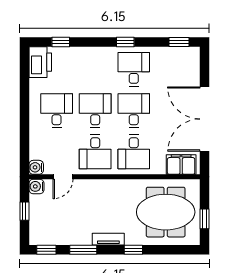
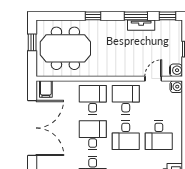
desk: (134, 111) -> (93, 135), turned 180
filing cabinet: (181, 165) -> (46, 89), width x0.50
tv unit: (108, 239) -> (141, 25), moved

